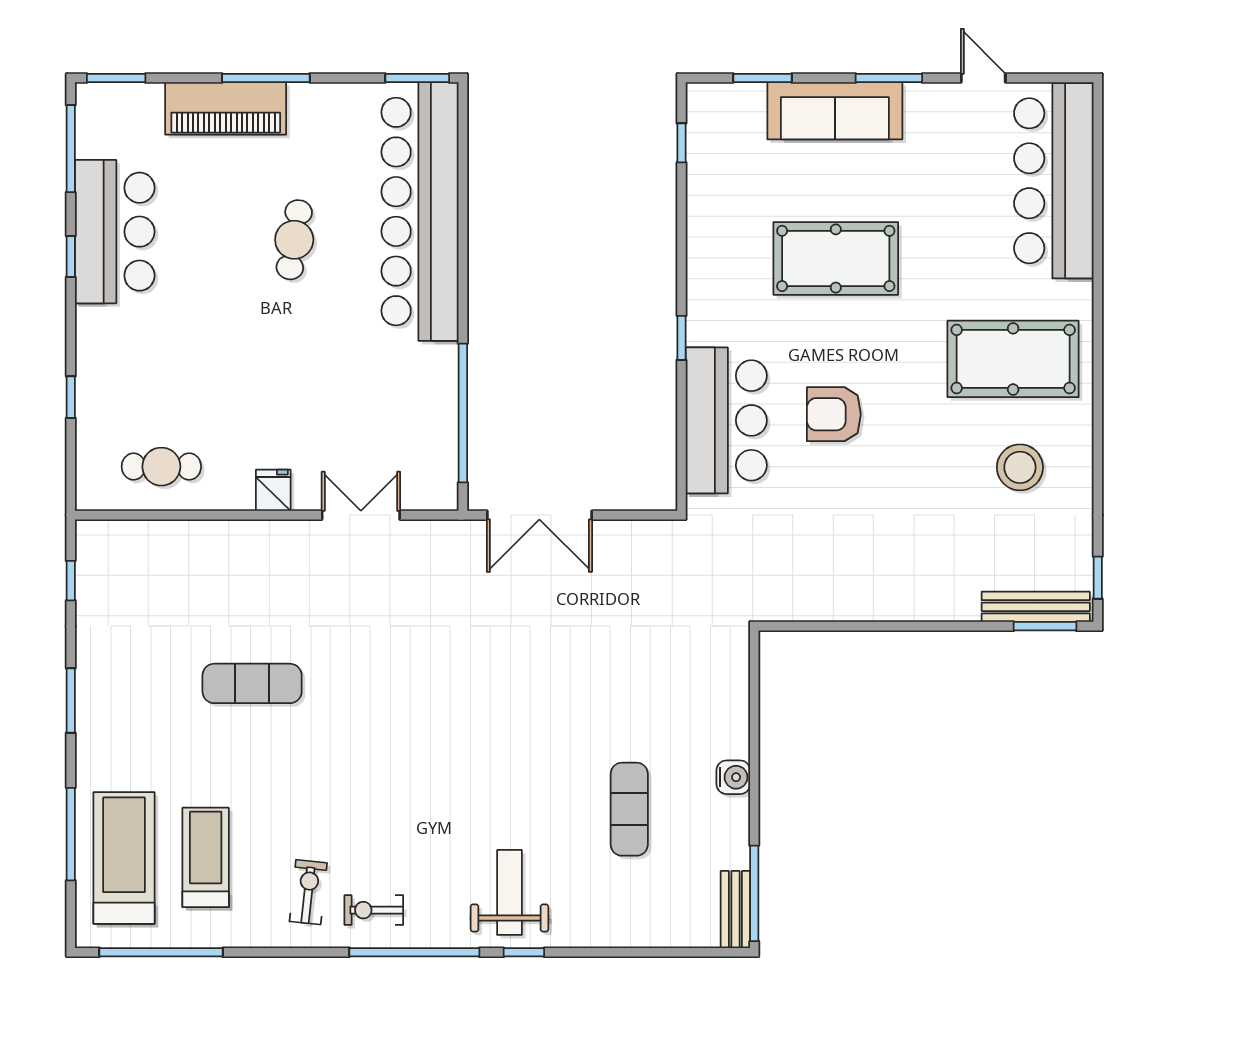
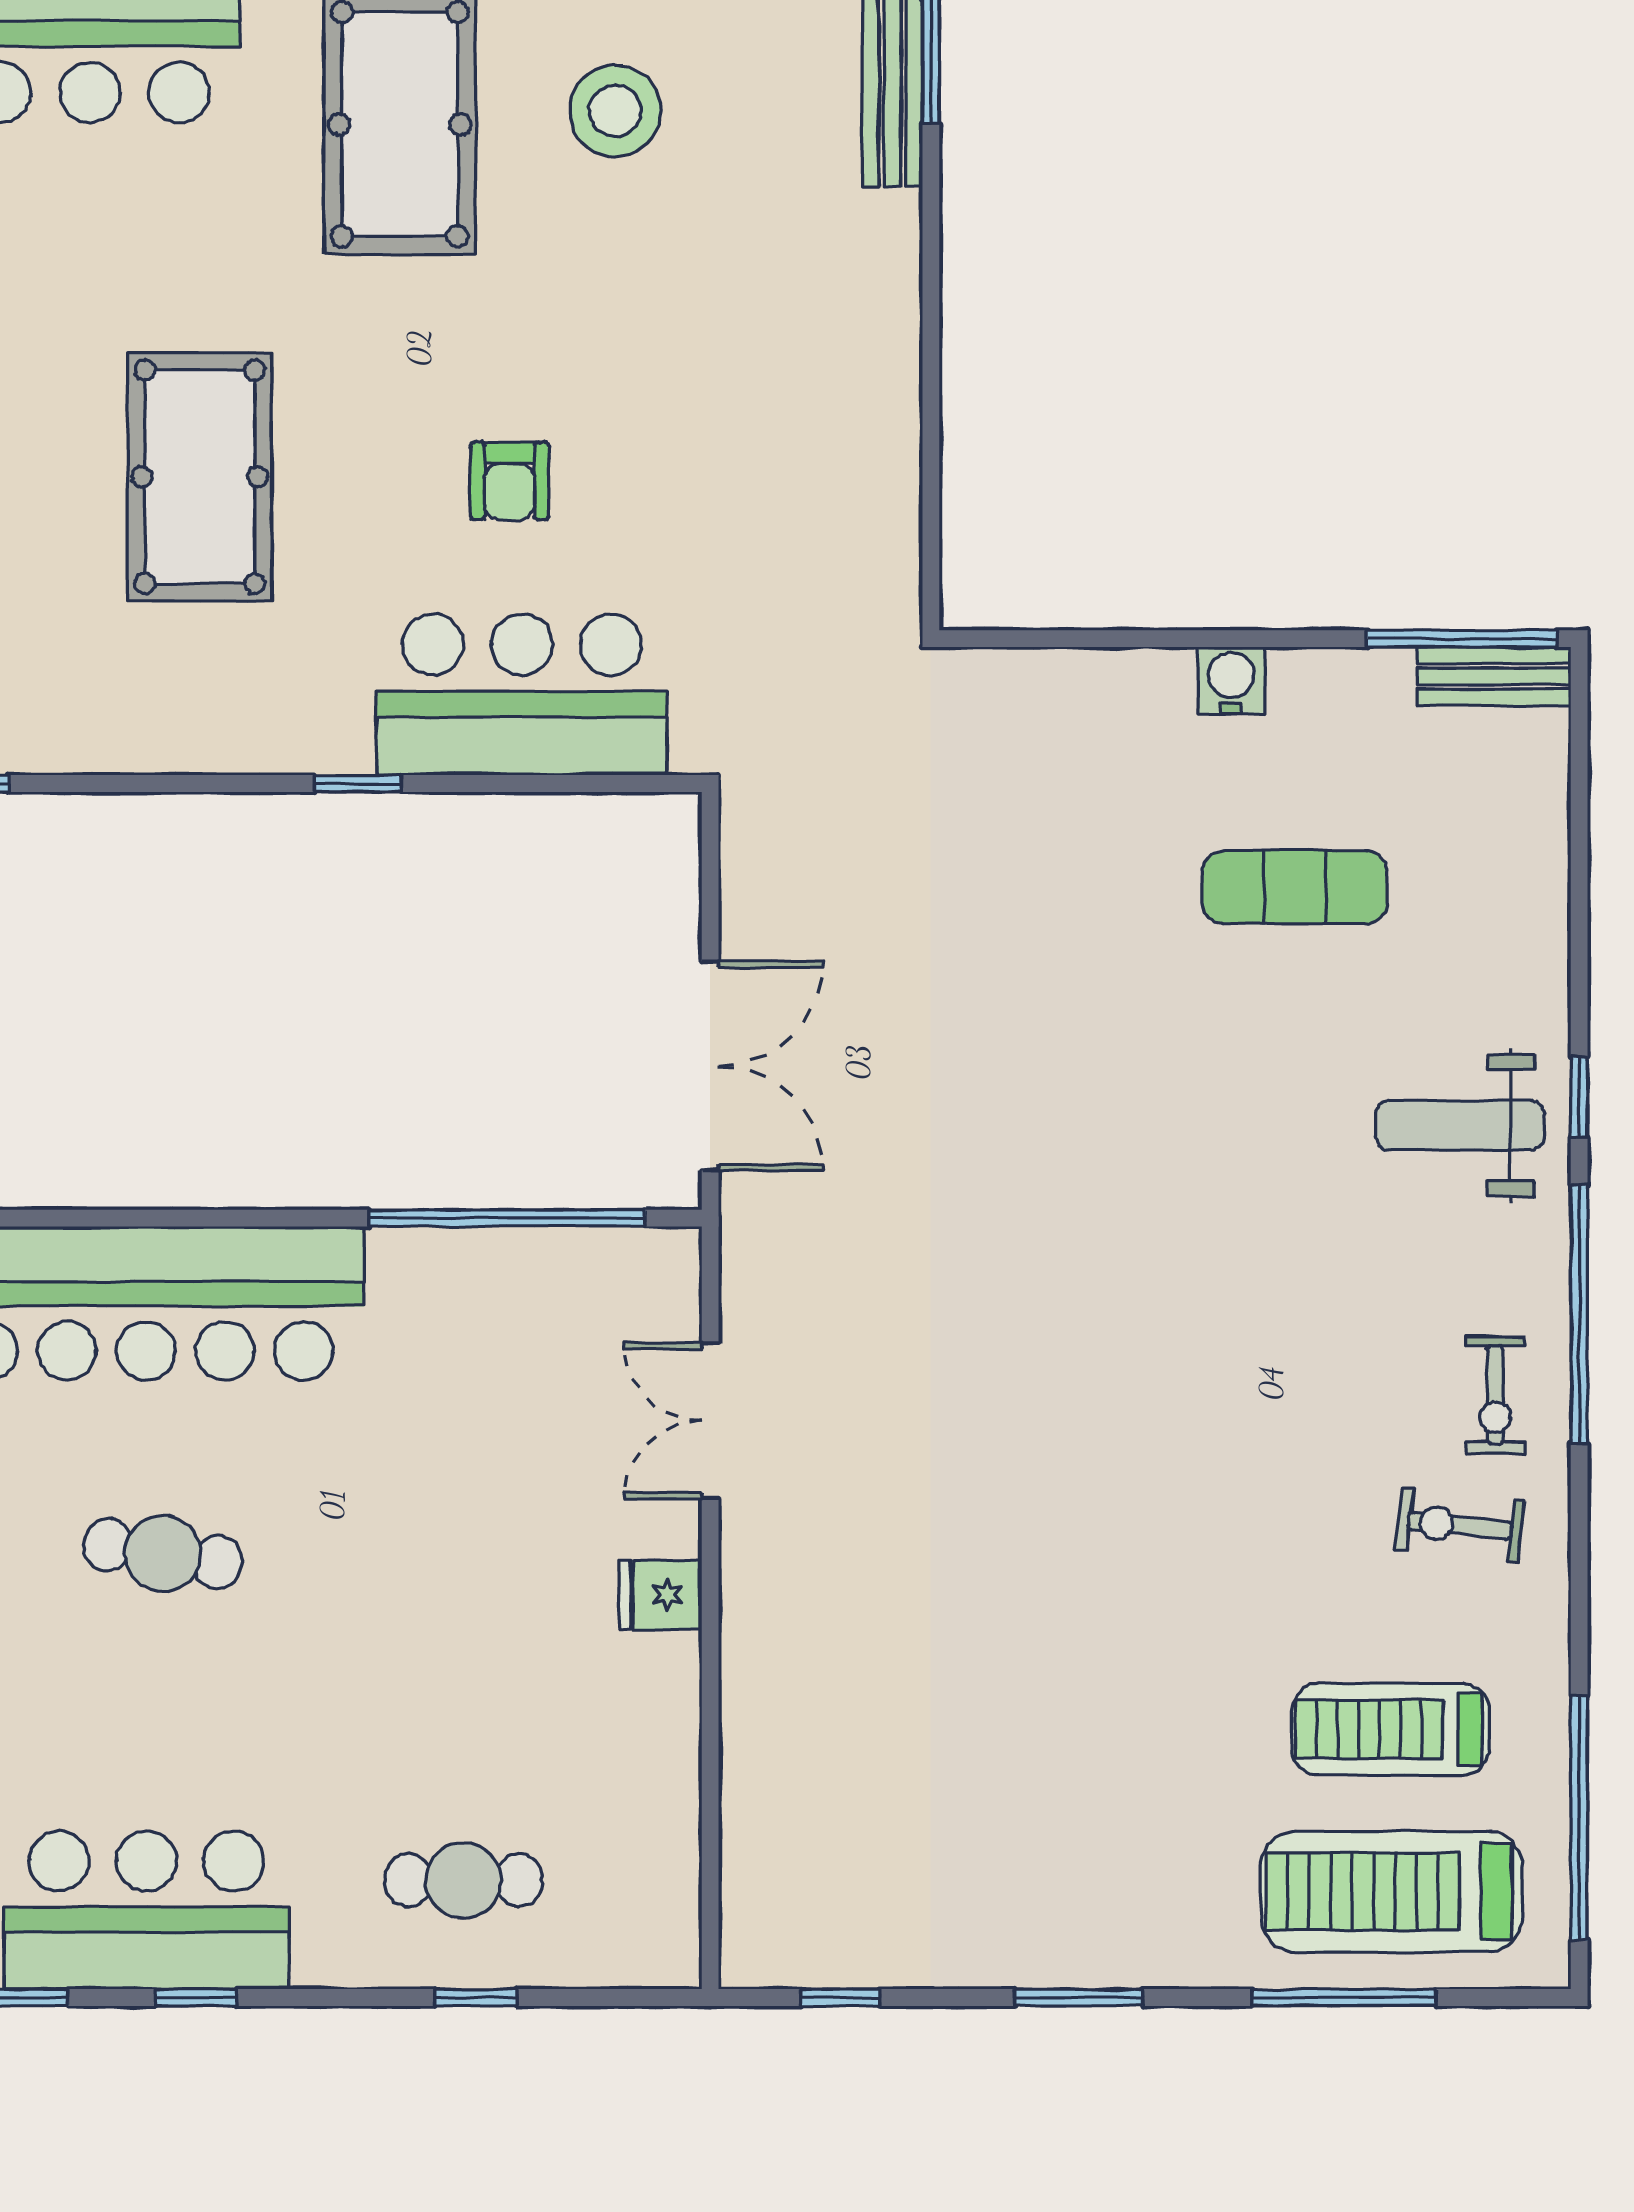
armchair: (834, 414) -> (509, 481), width x0.72, depth x0.72
cafe table: (161, 467) -> (464, 1880), moved, turned 90
exercise mat: (252, 683) -> (1045, 1637), removed

